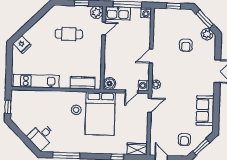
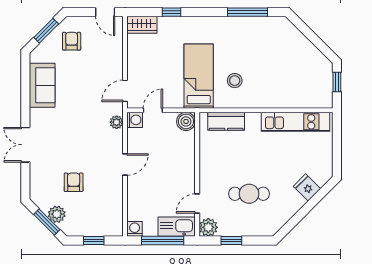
plant: (207, 34) -> (57, 214), moved
fridge: (22, 45) -> (307, 187), moved
bed: (100, 114) -> (199, 76), width x0.67
desk: (41, 136) -> (286, 40), removed

